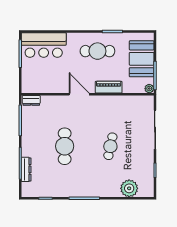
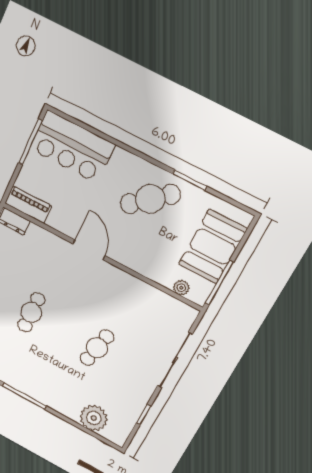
cafe table: (97, 51) -> (150, 199), turned -40
piano: (109, 87) -> (28, 205), moved
plant: (149, 89) -> (181, 288), moved
cafe table: (65, 146) -> (31, 312), width x0.73, depth x0.74

